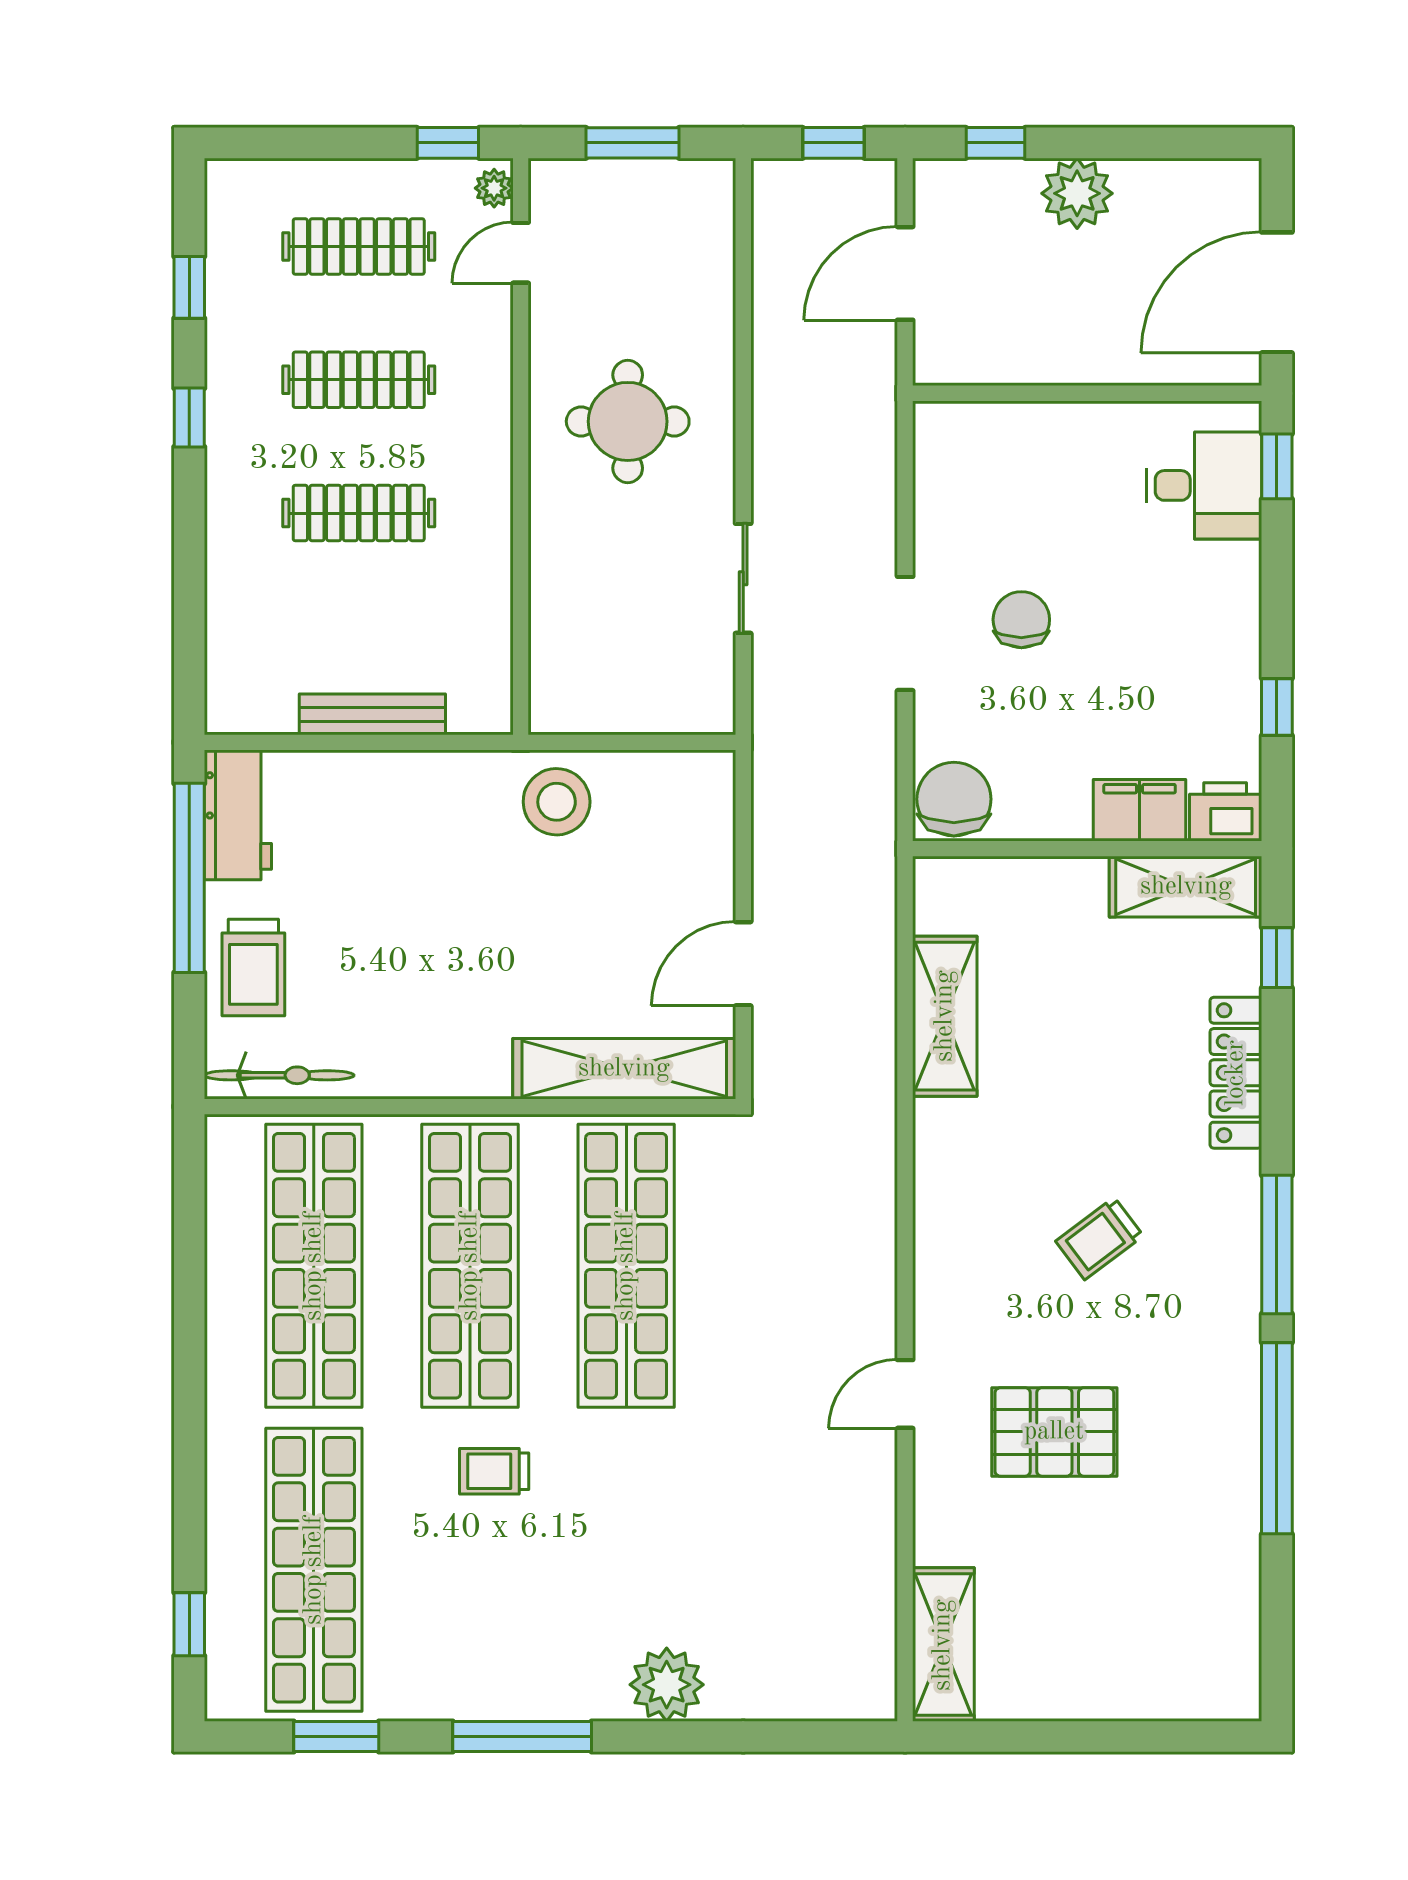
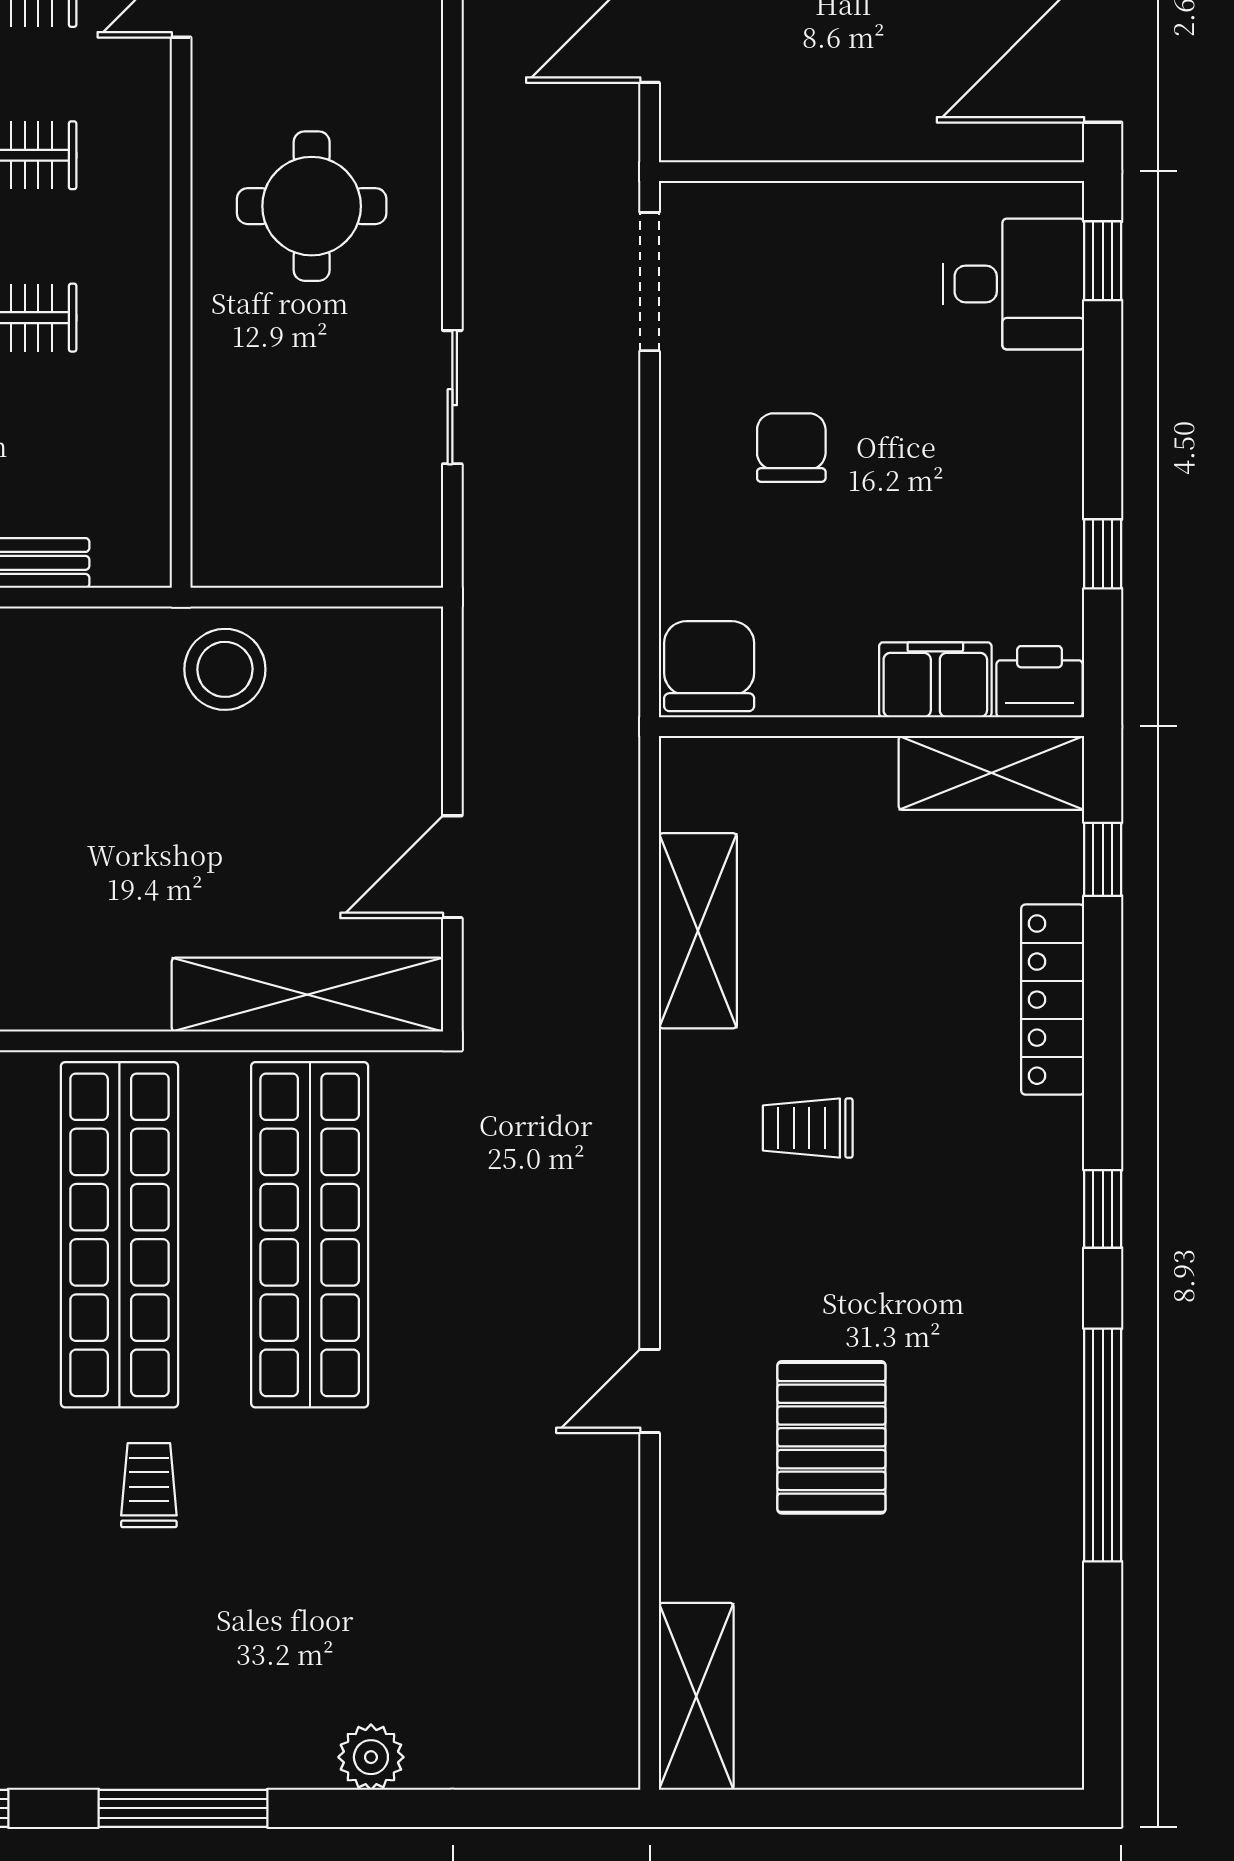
doorway: (905, 633) -> (650, 282), moved
trolley: (1099, 1239) -> (808, 1128), moved, turned 37
window: (1277, 1244) -> (1103, 1209), width x0.46
pallet: (1054, 1432) -> (831, 1437), turned 90
trolley: (494, 1471) -> (149, 1485), turned 90
plant: (667, 1685) -> (371, 1757), width x0.73, depth x0.73

